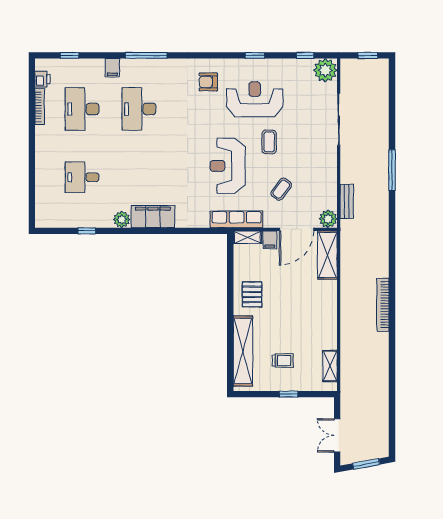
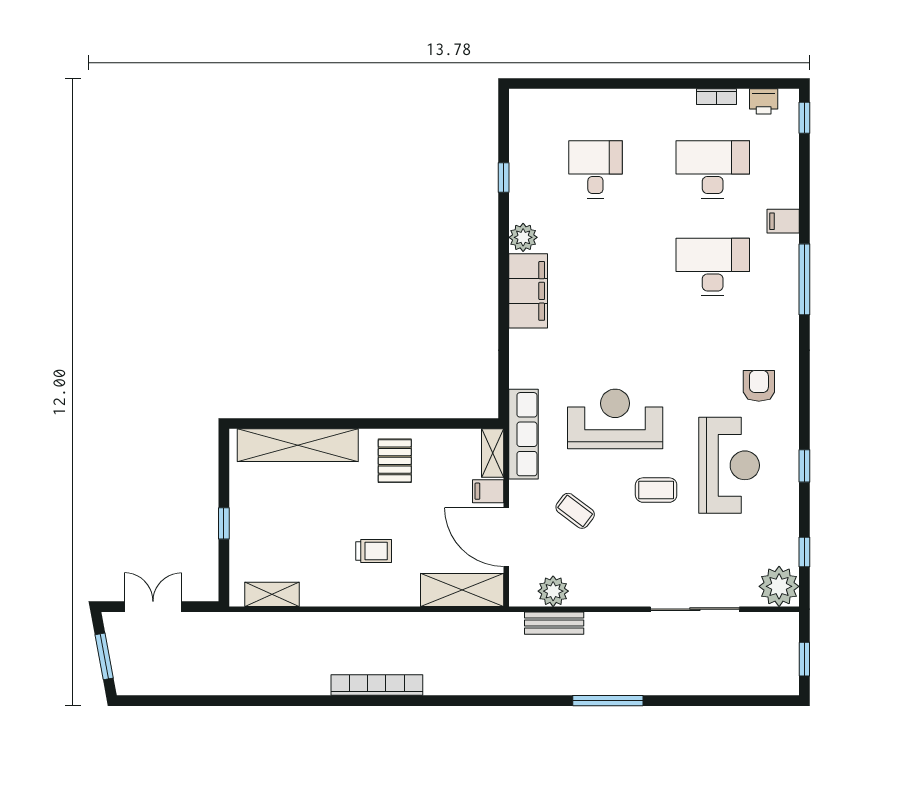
window: (70, 55) -> (804, 118), moved
bookcase: (40, 107) -> (717, 97), width x0.64
plant: (328, 219) -> (553, 591), moved
pallet: (252, 294) -> (395, 461), turned 90
trolley: (283, 361) -> (374, 551), moved, turned -90

